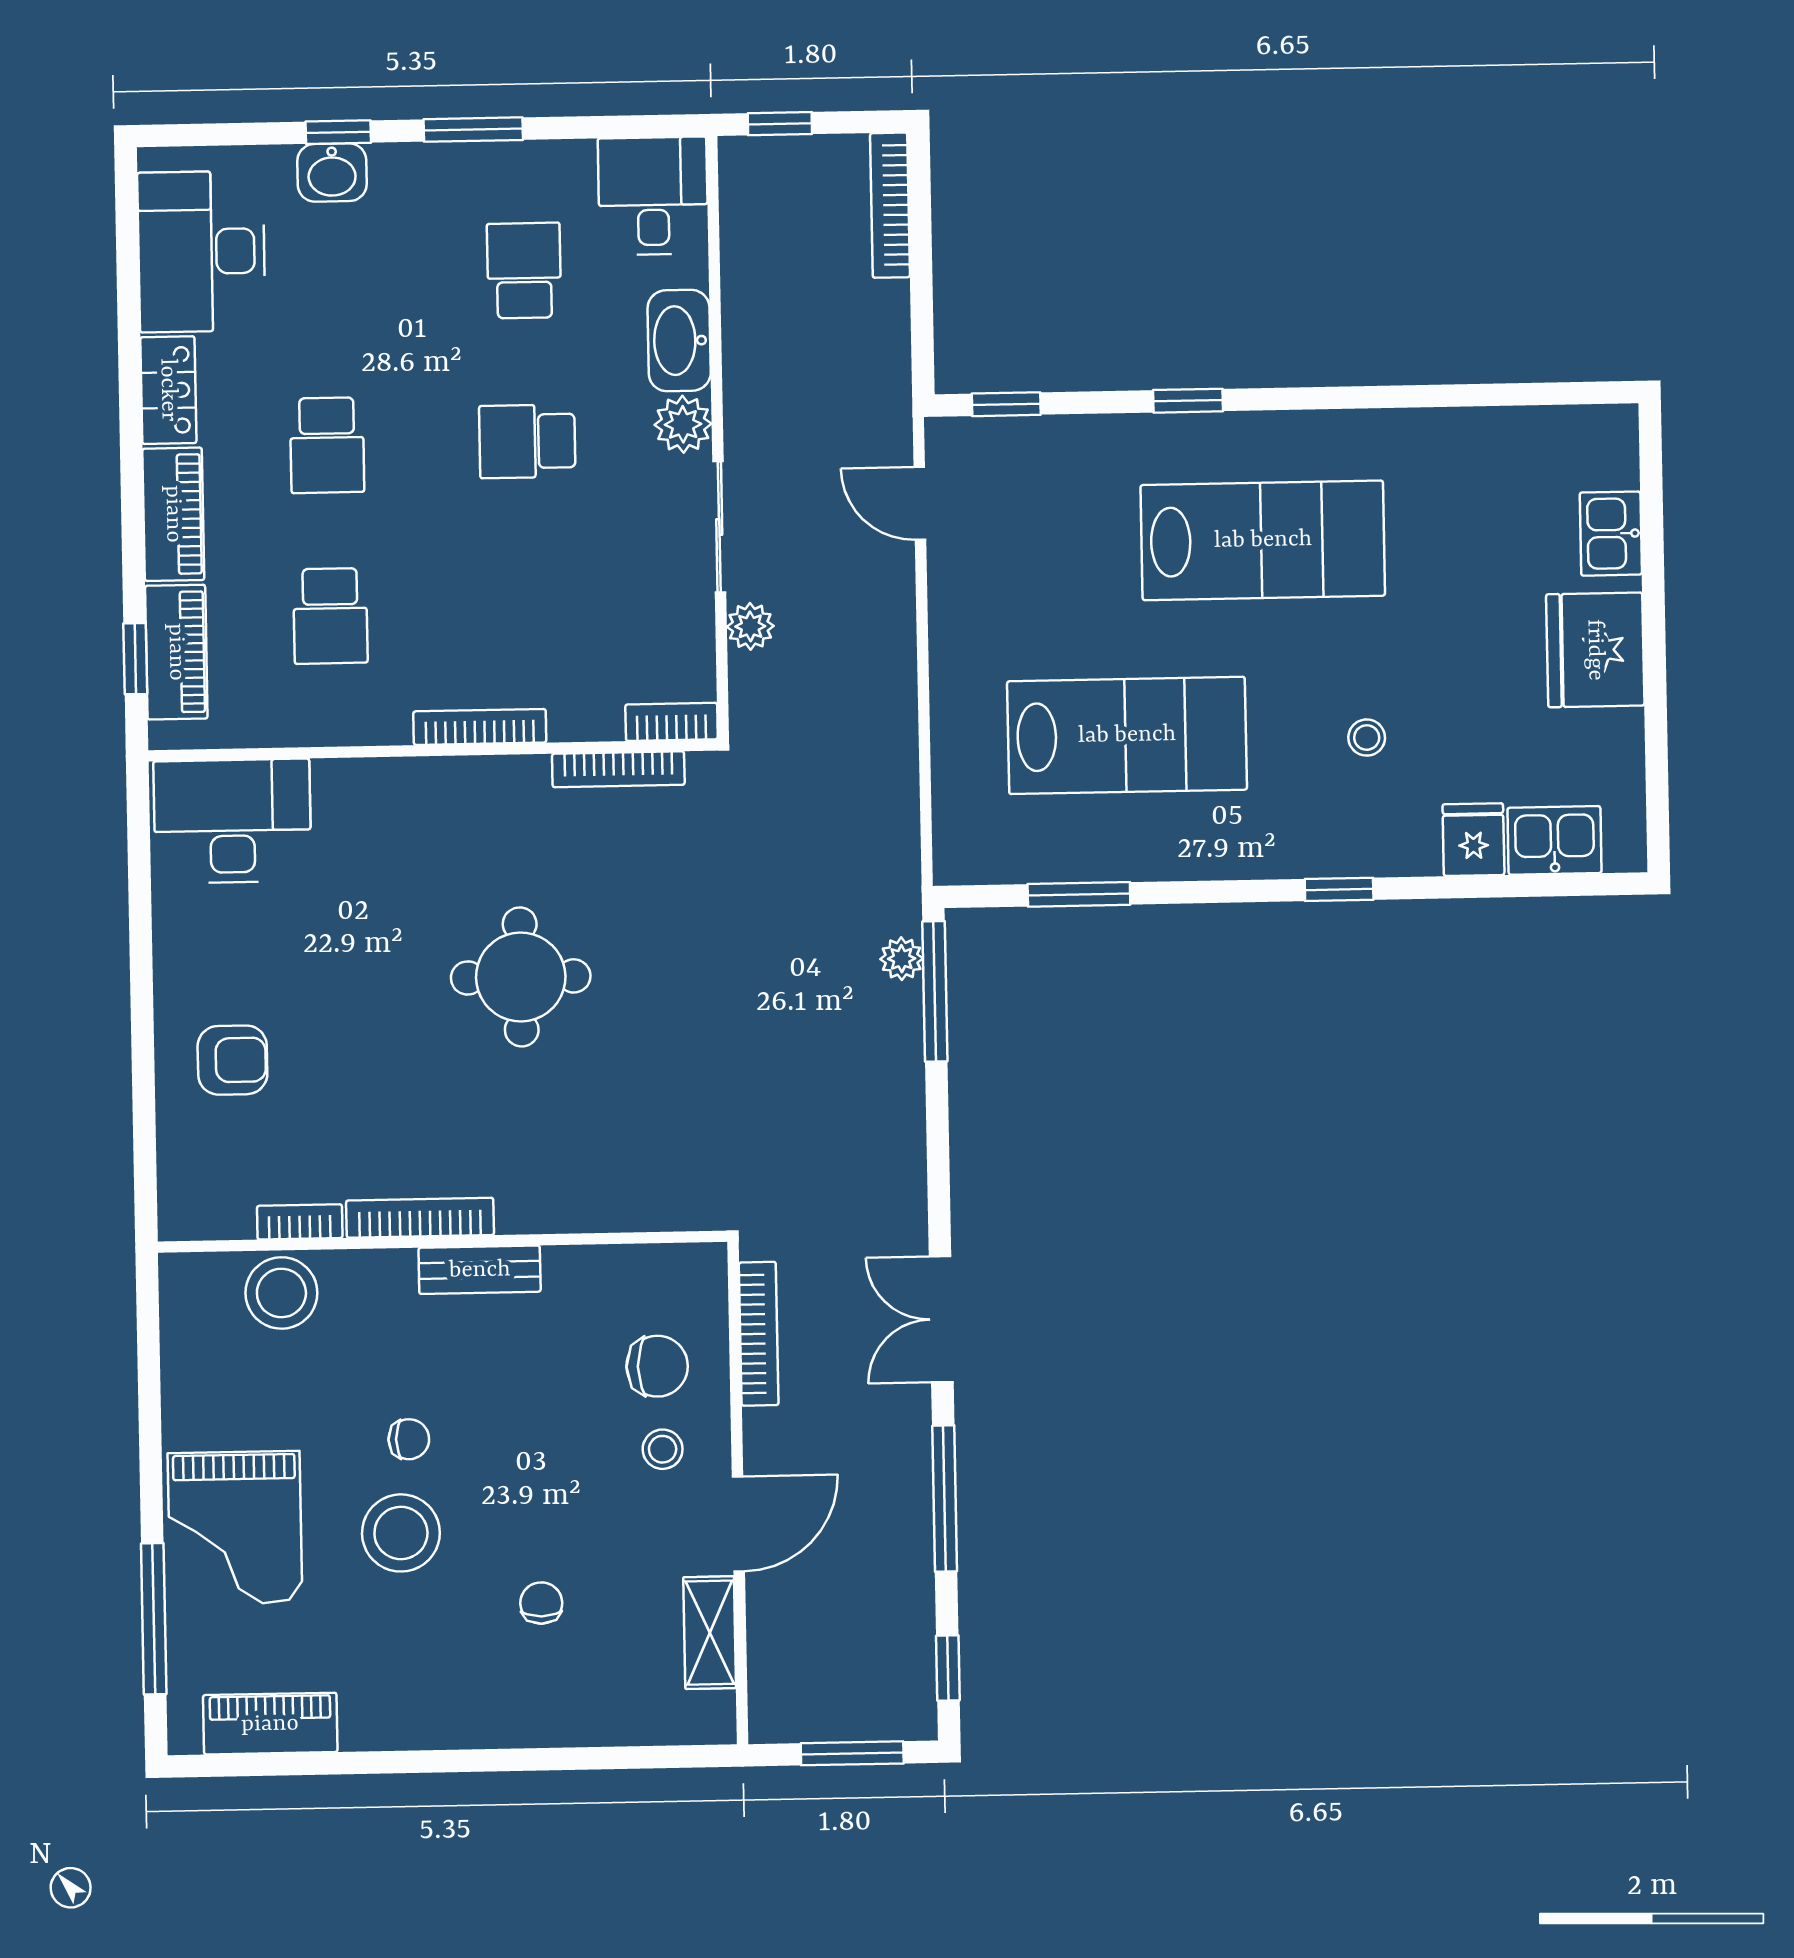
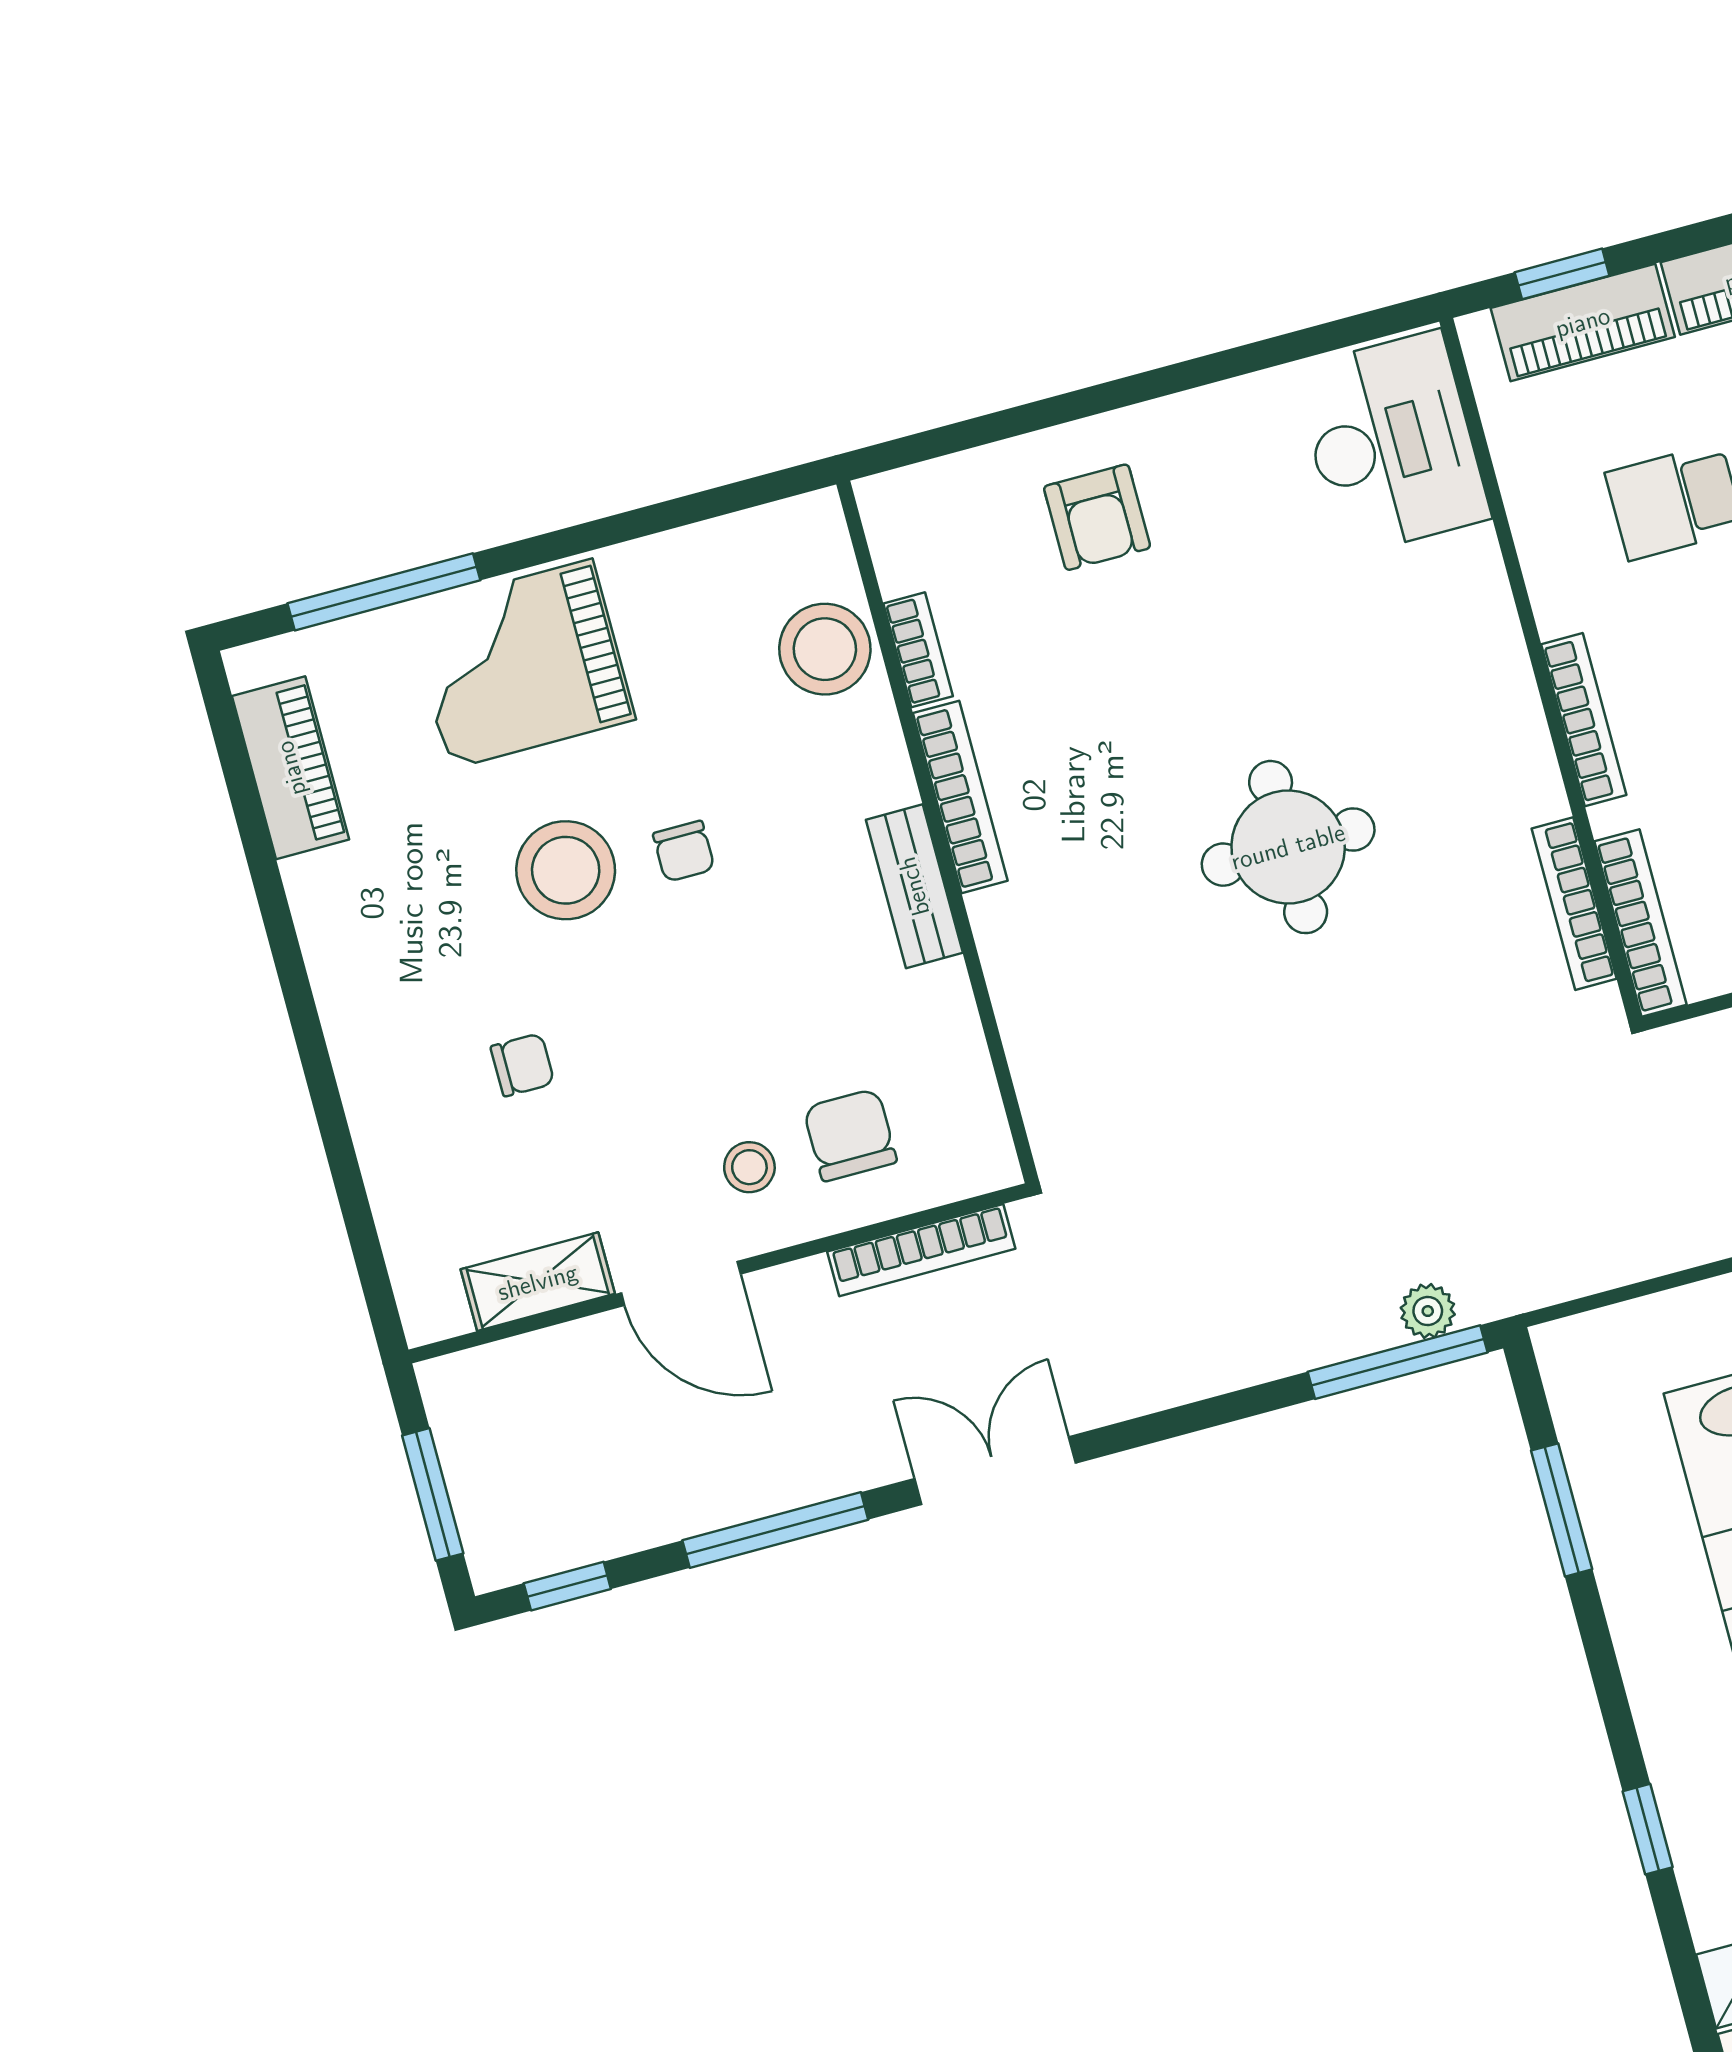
bookcase: (672, 722) -> (1640, 923), width x1.56
chair: (657, 1366) -> (850, 1135), turned 180

